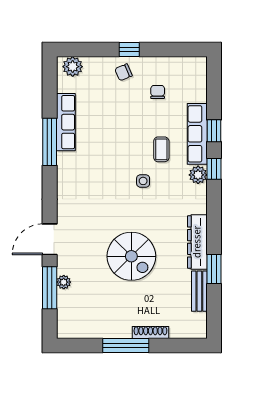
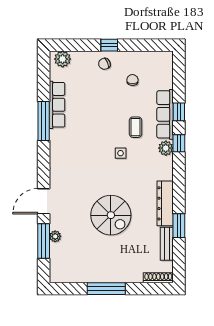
shoe rack: (150, 332) -> (158, 278), moved

